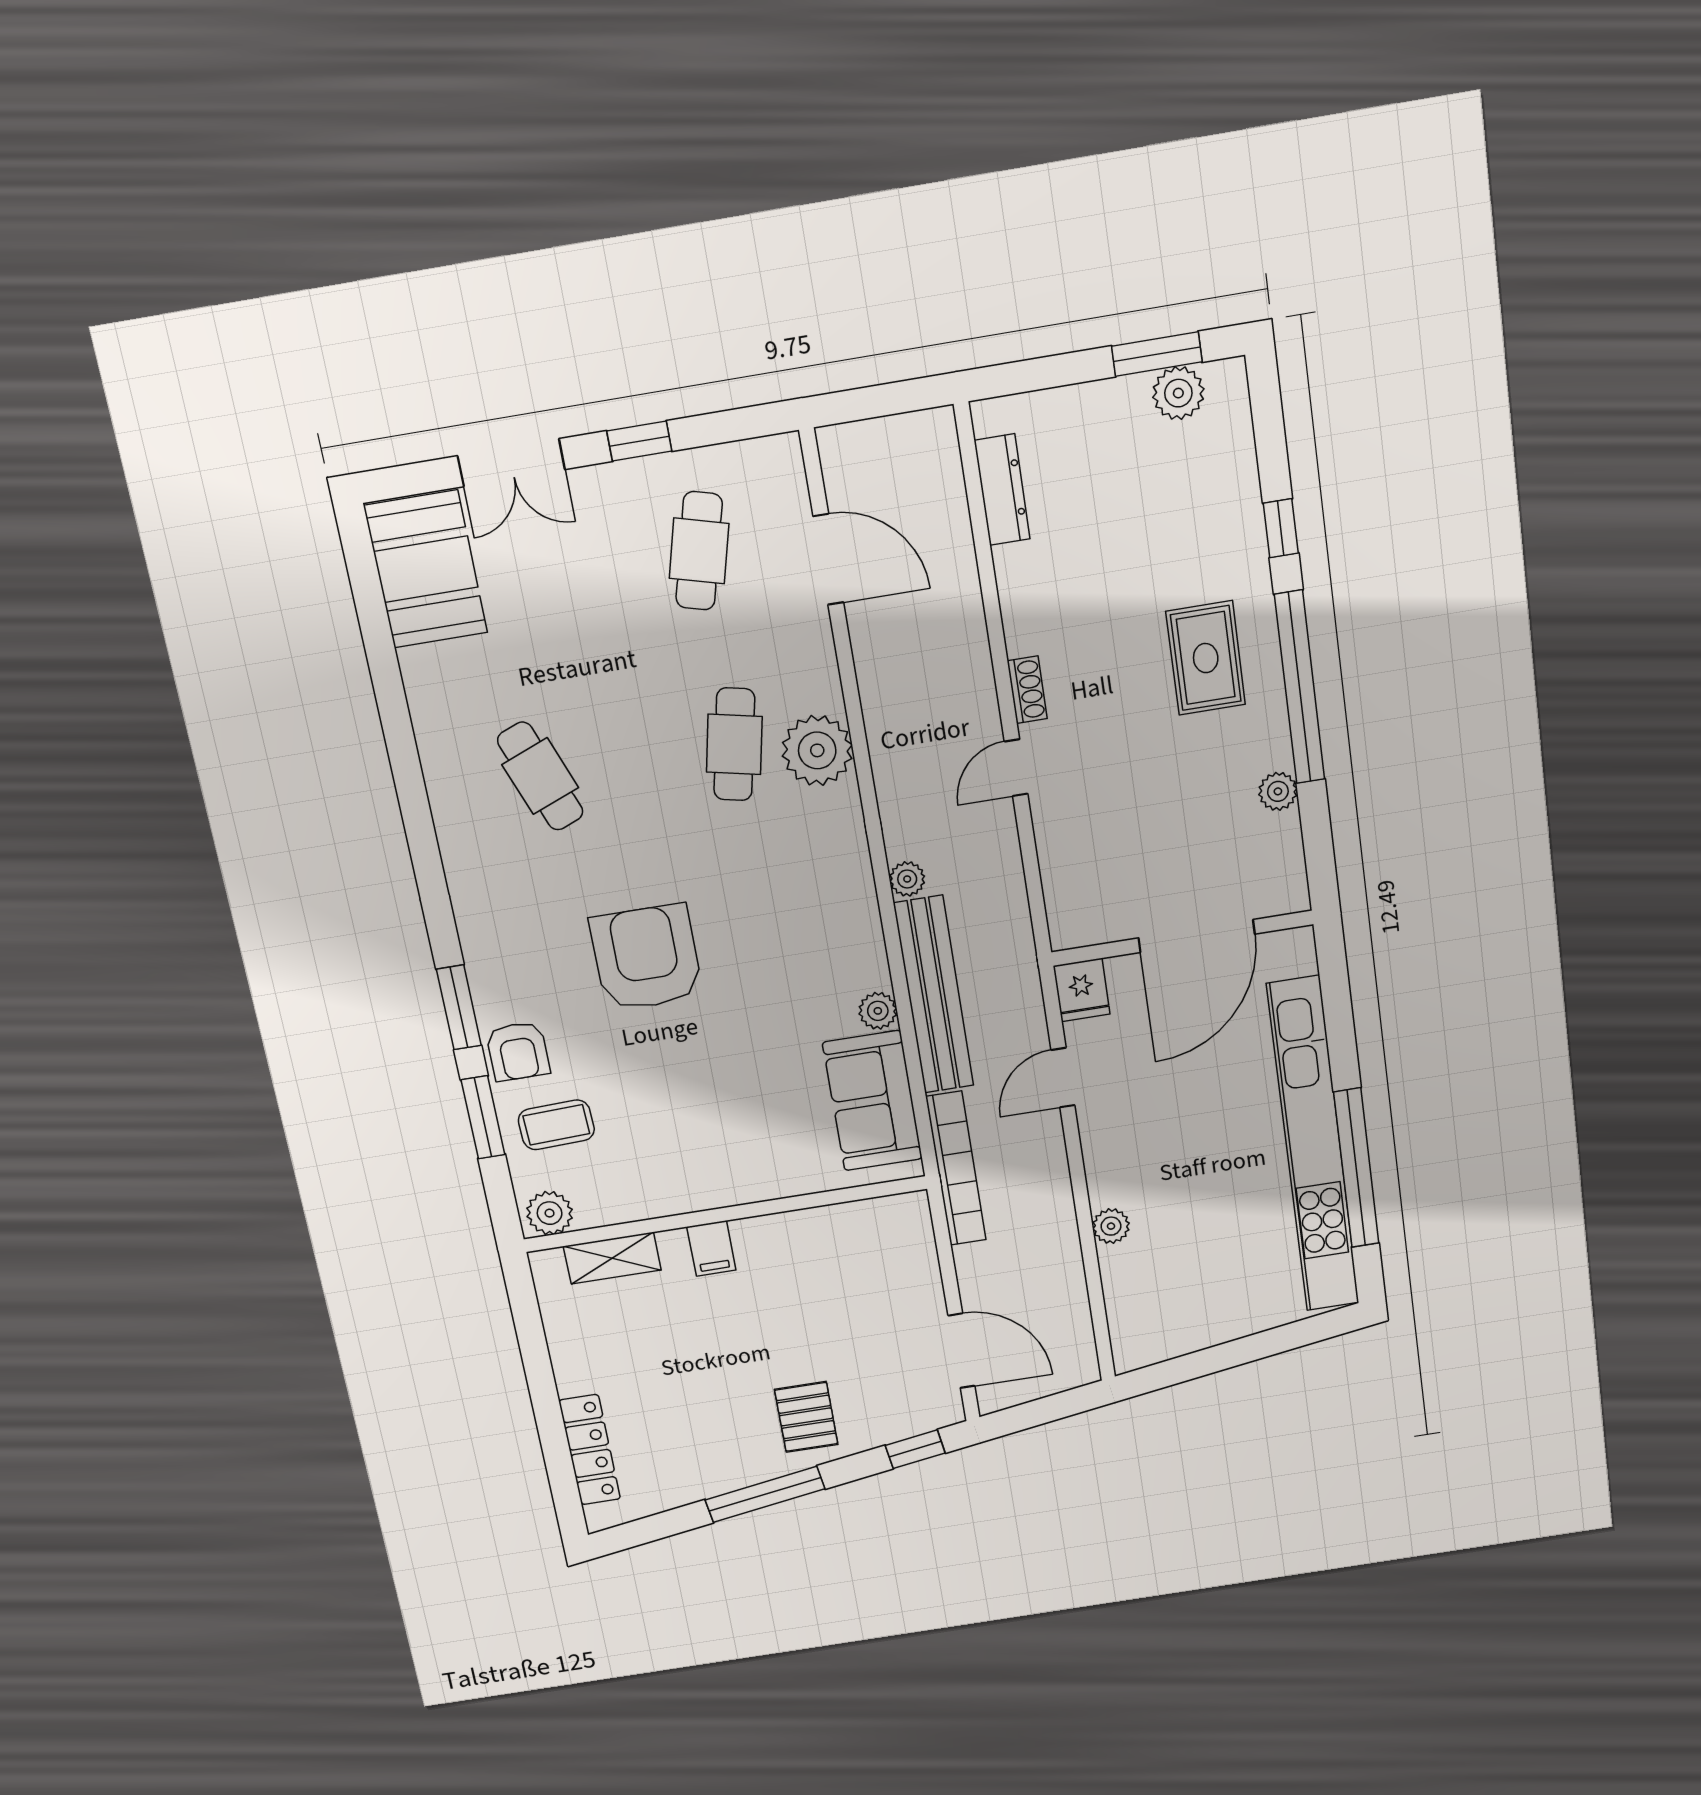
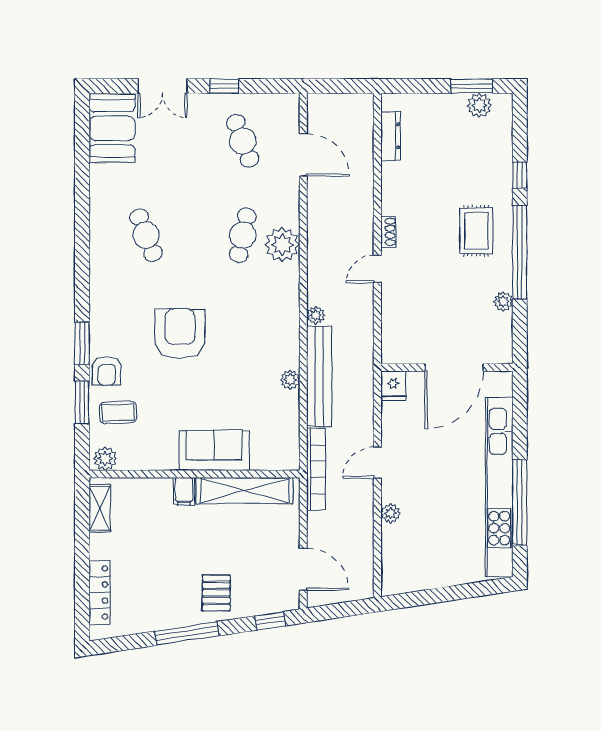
cafe table: (699, 551) -> (243, 141), turned -36
door: (1063, 1078) -> (377, 463), moved
sofa: (873, 1101) -> (214, 450), moved, turned 90
shelving: (826, 1229) -> (245, 491), added
shelving: (612, 1258) -> (100, 508), moved, turned 90

